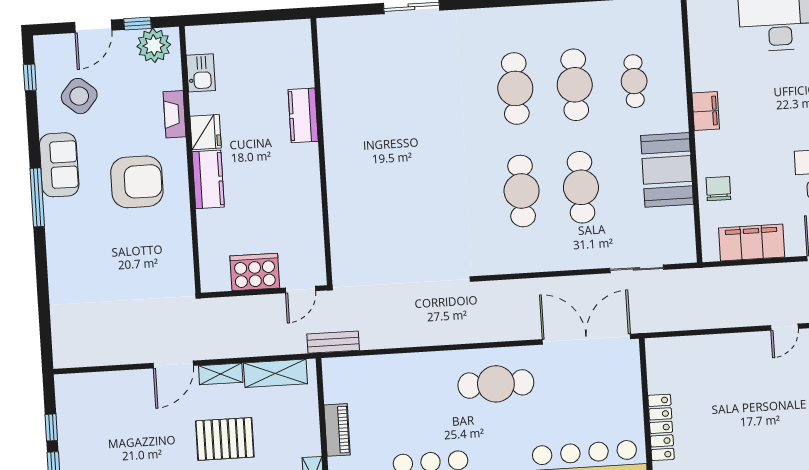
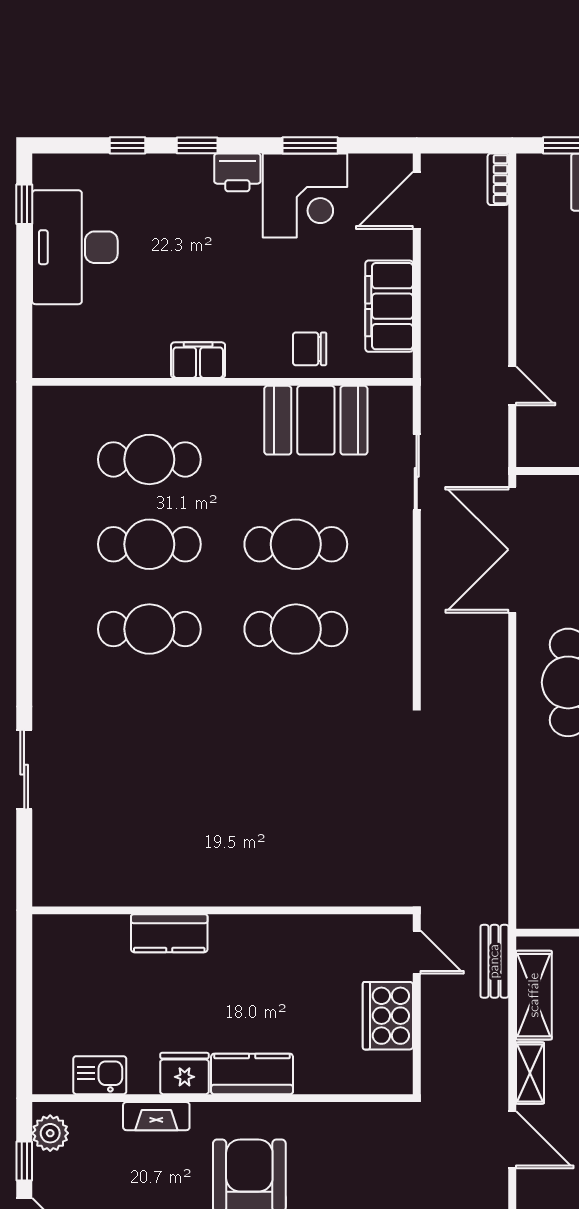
plant: (154, 45) -> (50, 1133), width x0.73, depth x0.73
cafe table: (634, 81) -> (149, 459), width x1.37, depth x1.35
booth: (667, 170) -> (316, 420), moved
door: (784, 327) -> (512, 386), moved
bench: (333, 342) -> (494, 961), moved

